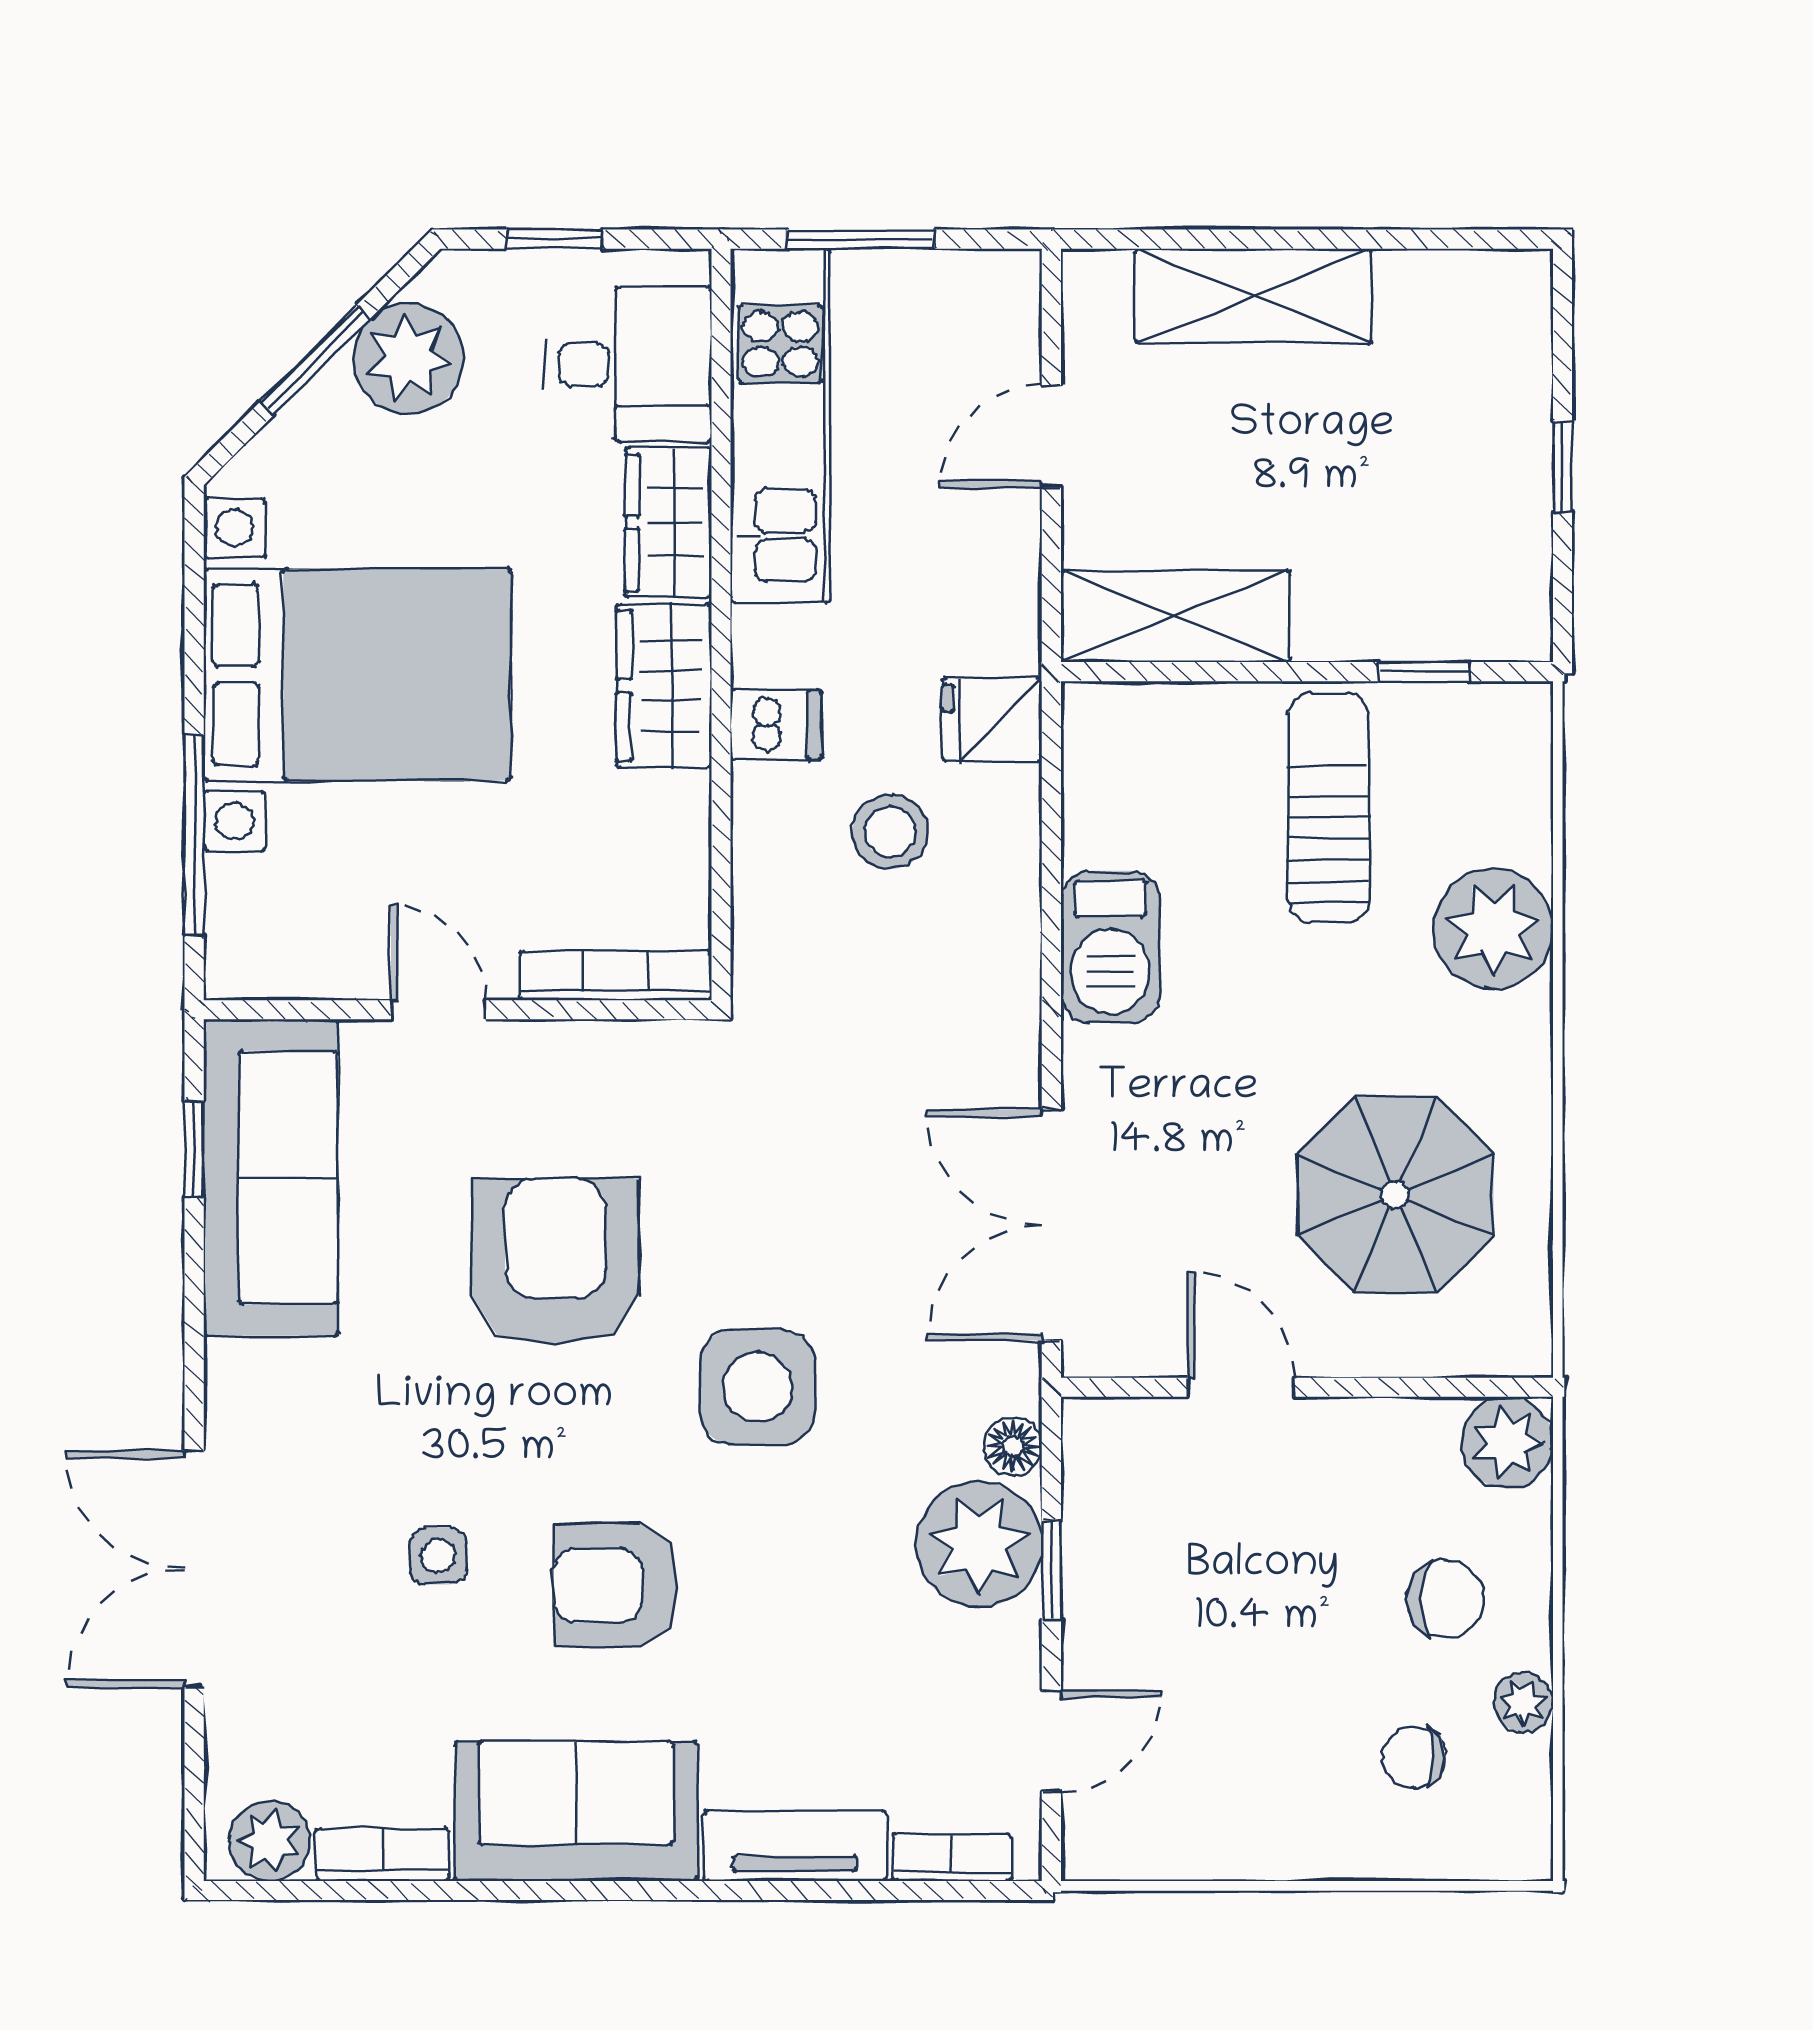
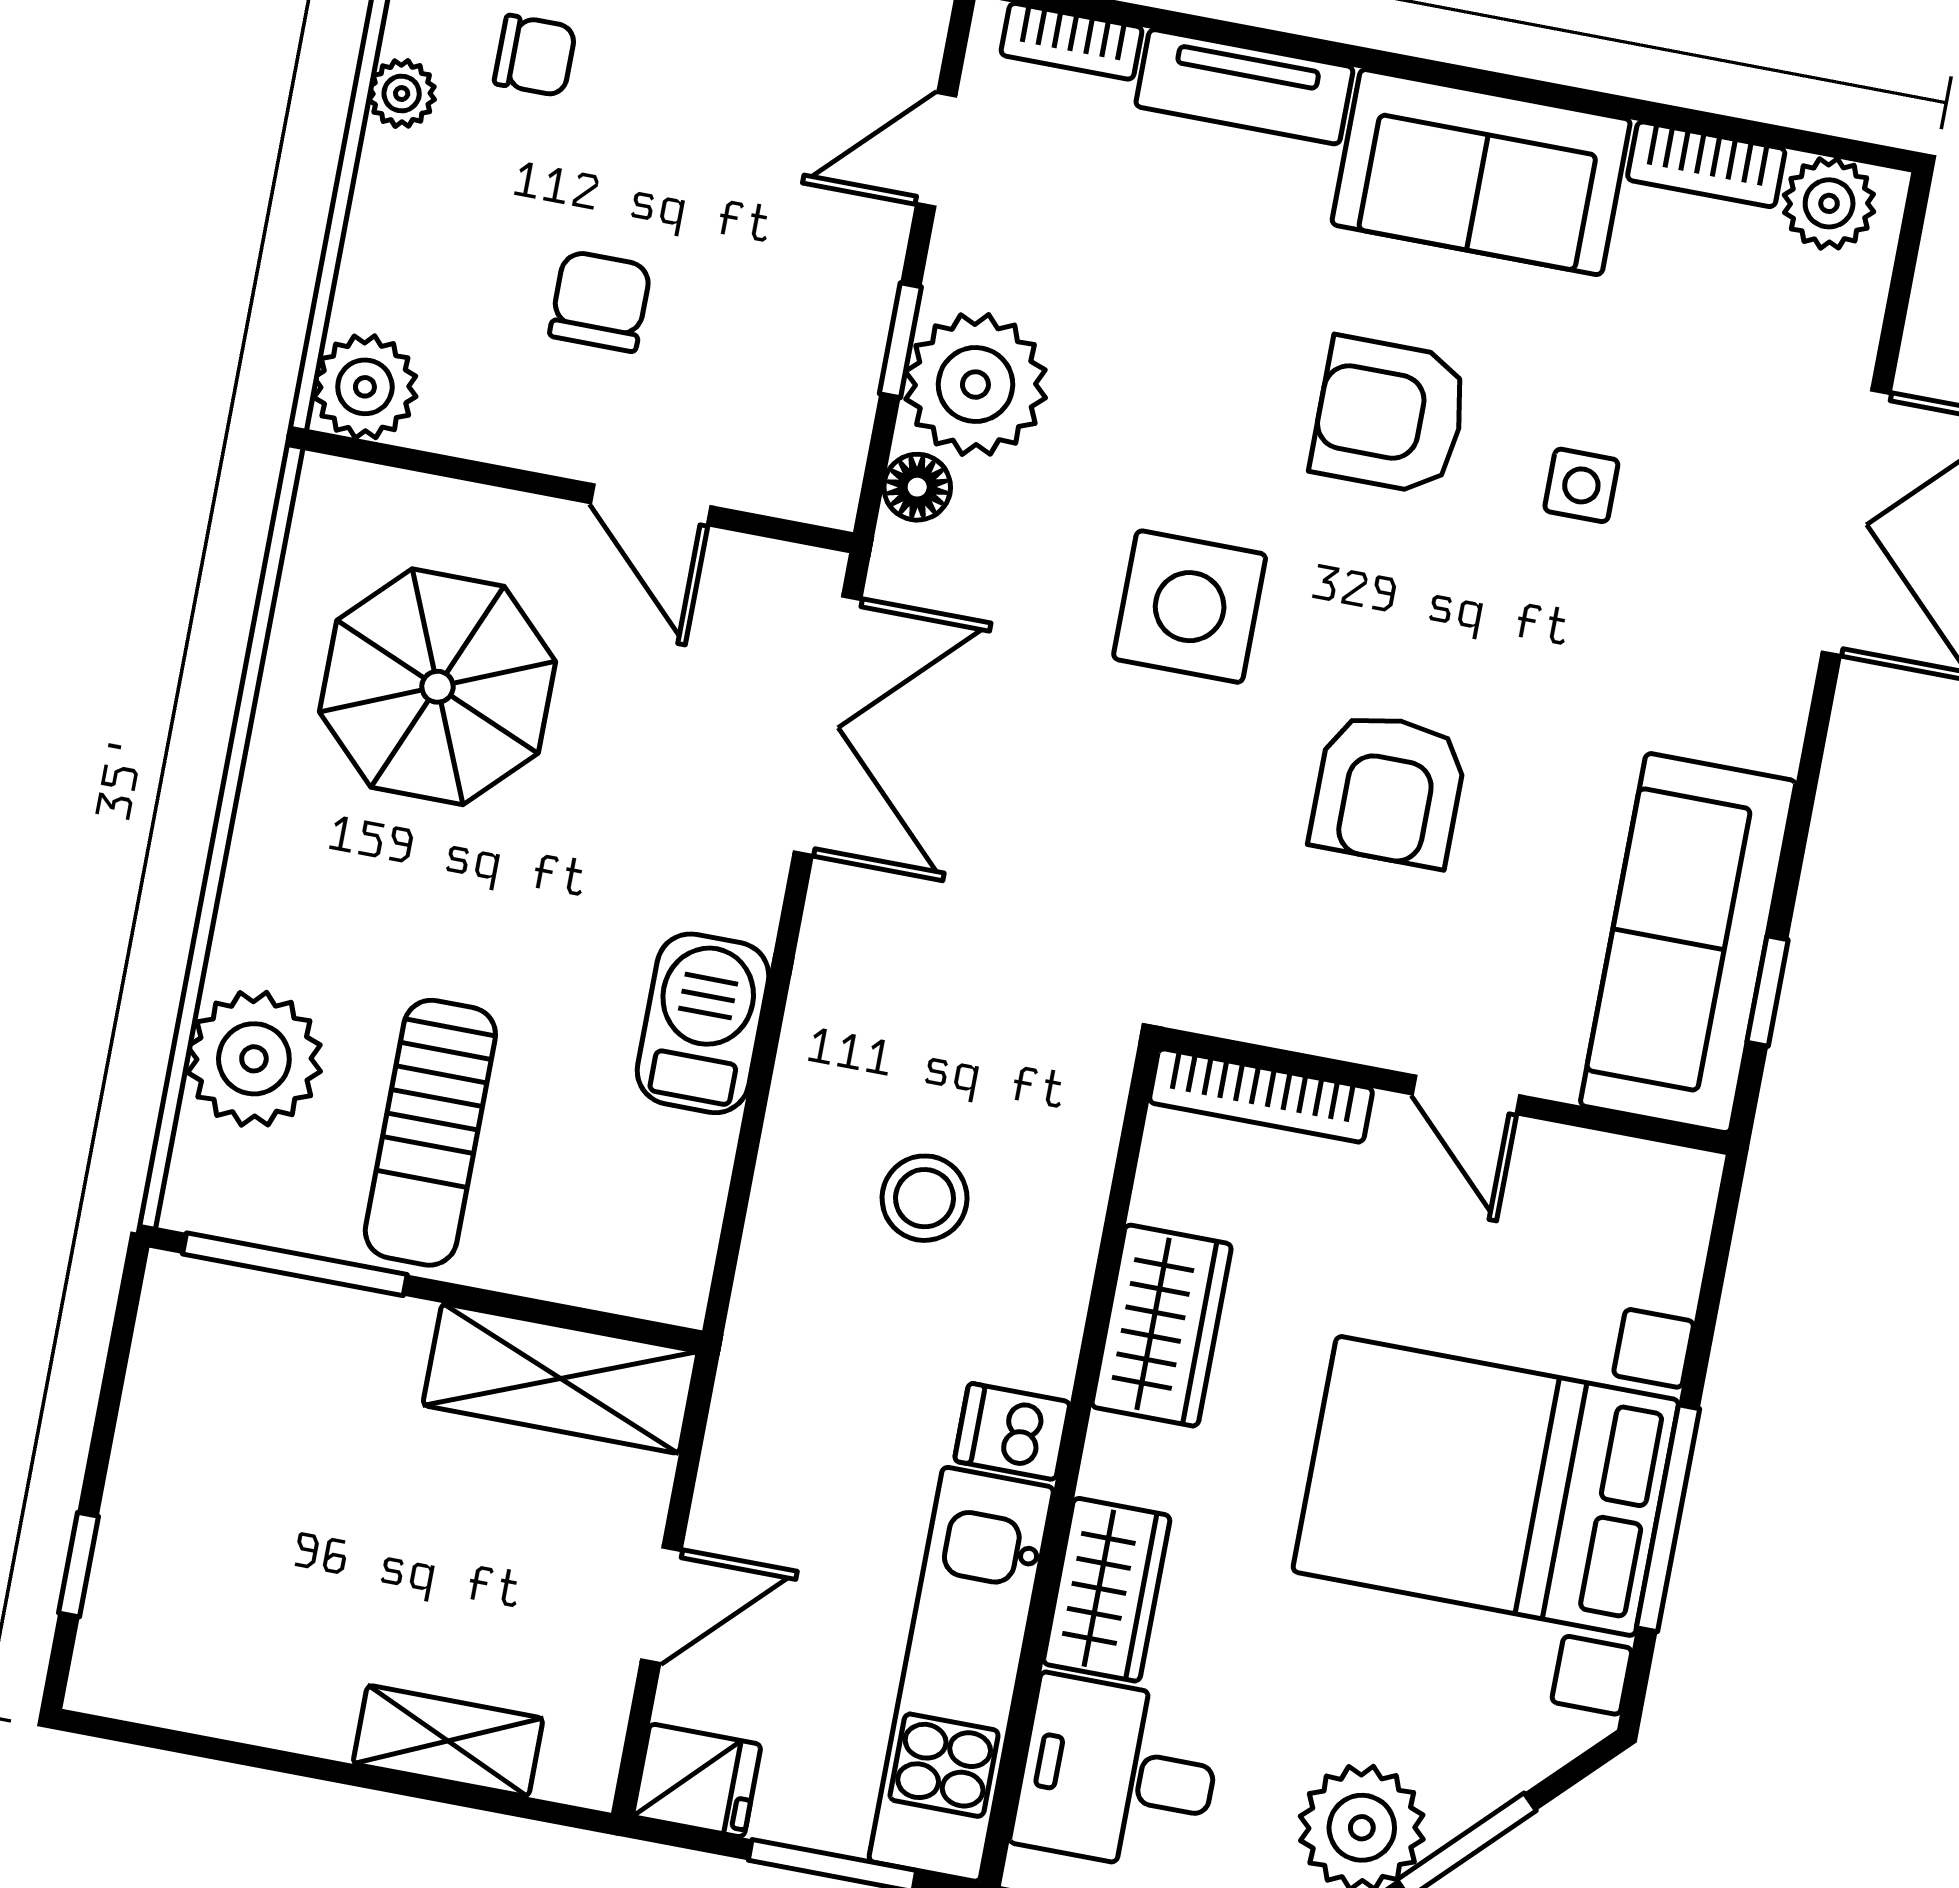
shelving: (1253, 296) -> (448, 1741), width x0.67, depth x0.75
window: (1562, 466) -> (78, 1565), moved
window: (1424, 672) -> (295, 1264), width x2.17
wardrobe: (664, 686) -> (1162, 1326), moved
fridge: (992, 719) -> (697, 1781), moved
dishwasher: (776, 725) -> (1012, 1431), moved
window: (194, 835) -> (1668, 1518), moved
plant: (1493, 929) -> (254, 1059), moved
armchair: (555, 1262) -> (1389, 789), width x0.73, depth x0.73
armchair: (615, 1585) -> (1390, 416), turned 180
chair: (1446, 1599) -> (600, 301), moved, turned 90

